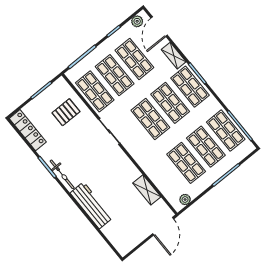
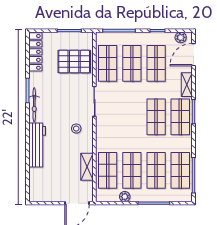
pallet: (66, 112) -> (74, 62), width x1.50, depth x1.42
shop shelf: (150, 119) -> (108, 170), moved
stool: (112, 166) -> (76, 129), added
plant: (185, 199) -> (125, 197), moved

